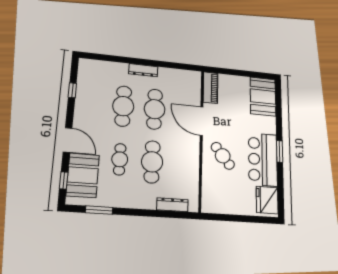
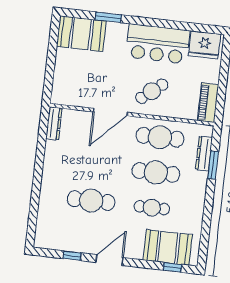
dresser: (143, 70) -> (54, 124), moved
piano: (211, 88) -> (208, 103), moved, turned -90
cafe table: (155, 109) -> (160, 137), moved
door: (68, 140) -> (109, 260), moved
window: (280, 151) -> (108, 17), moved
window: (99, 210) -> (213, 165), moved

